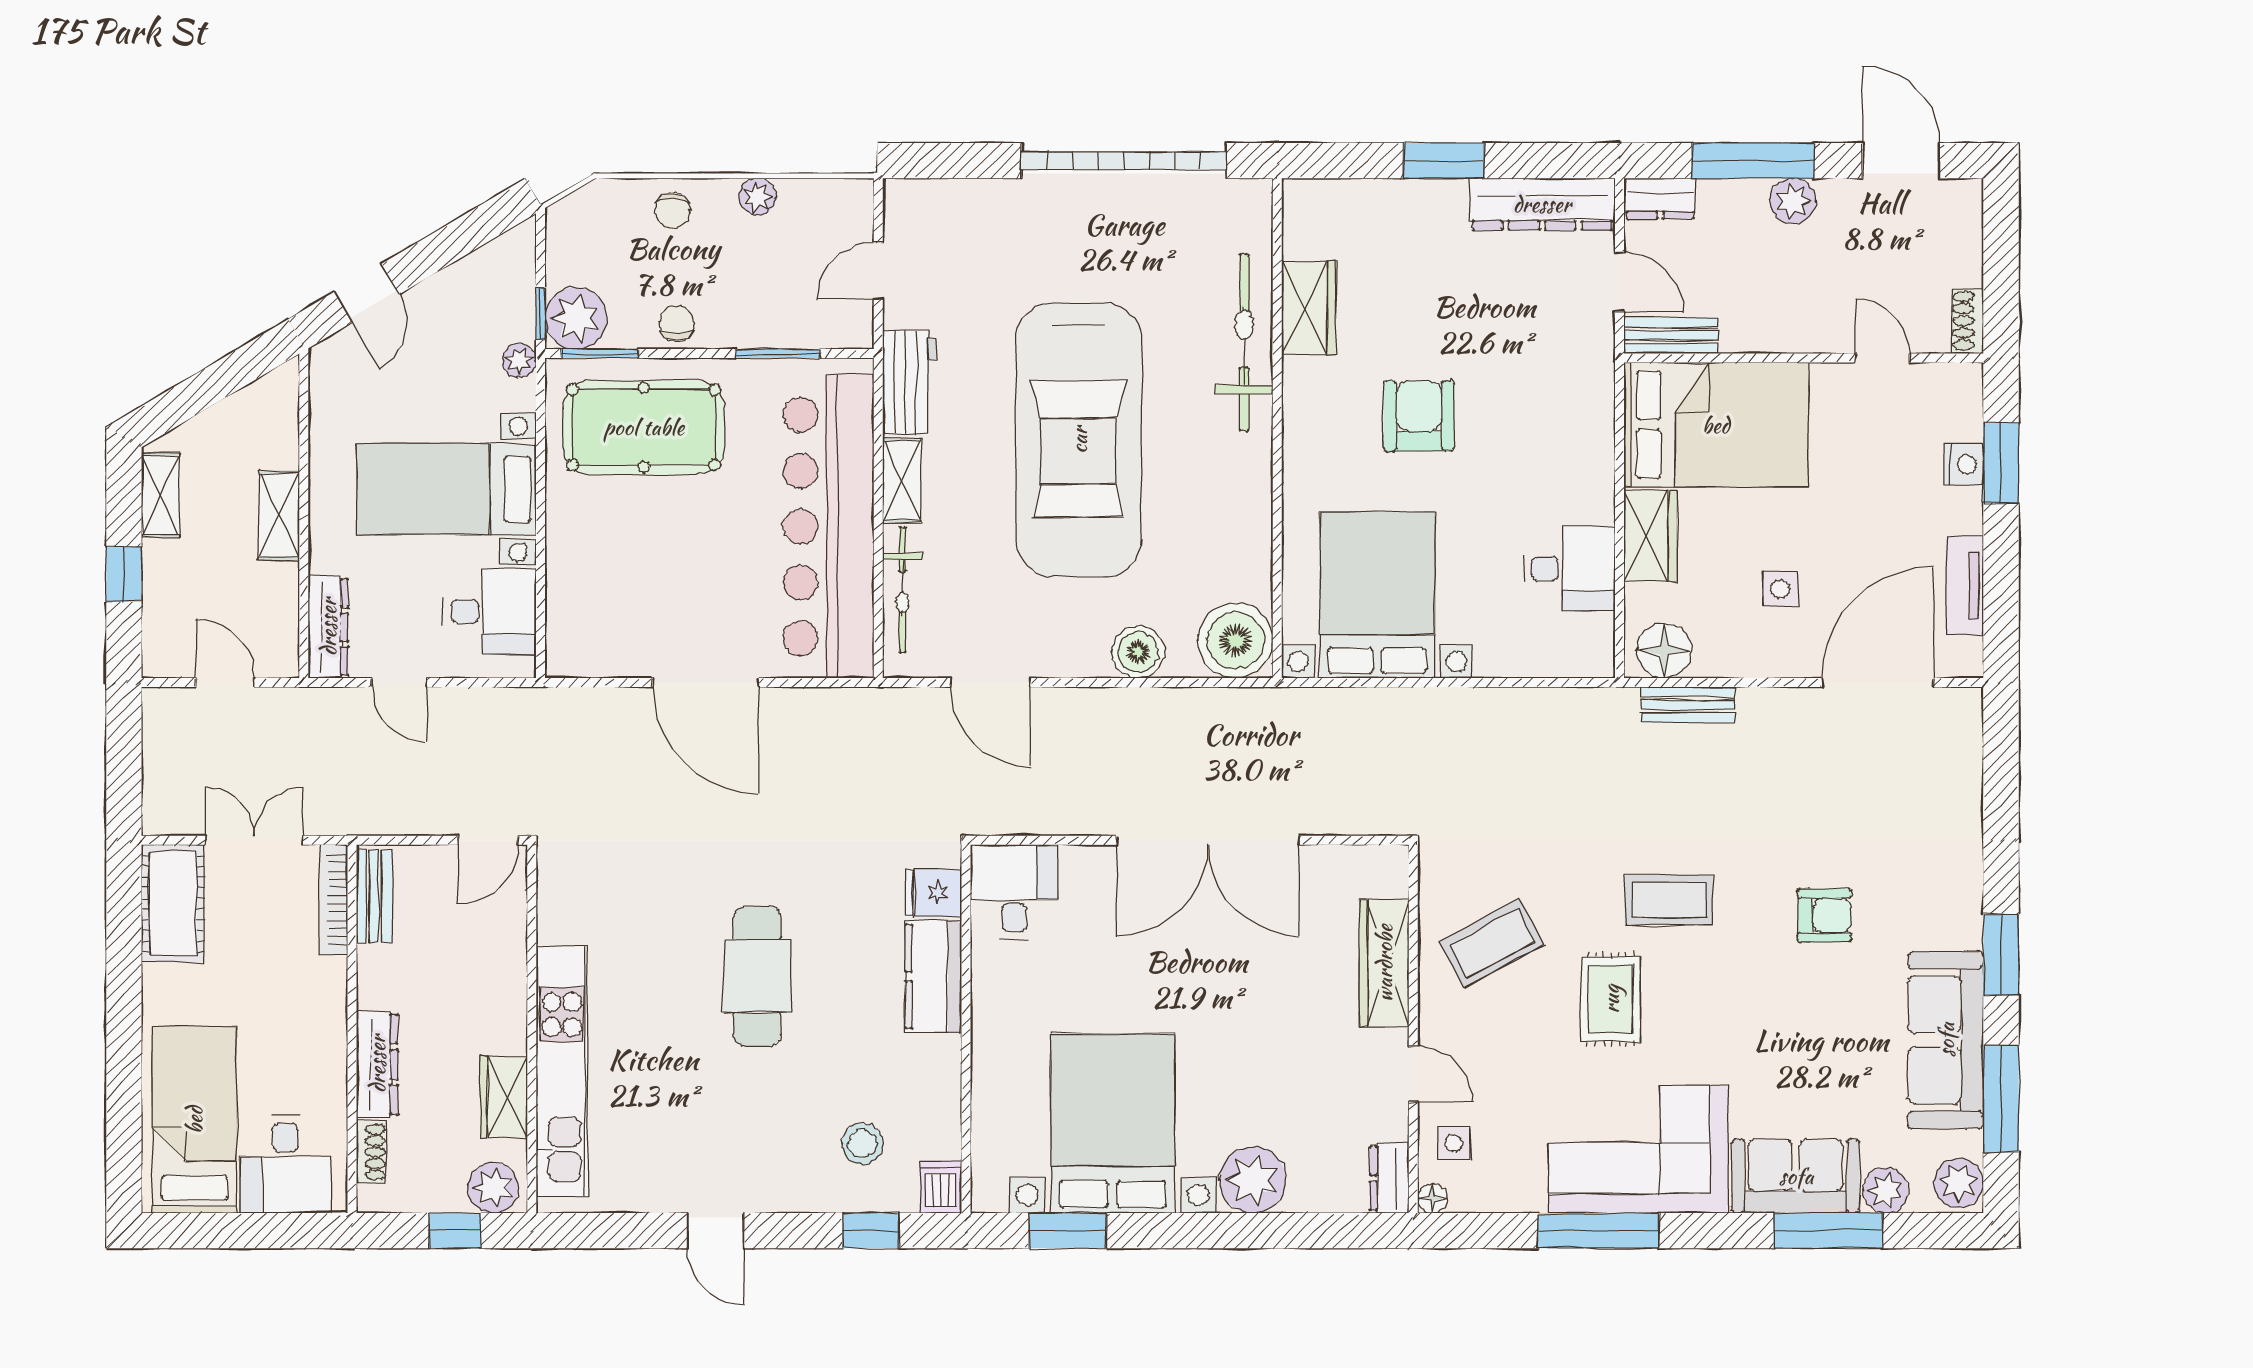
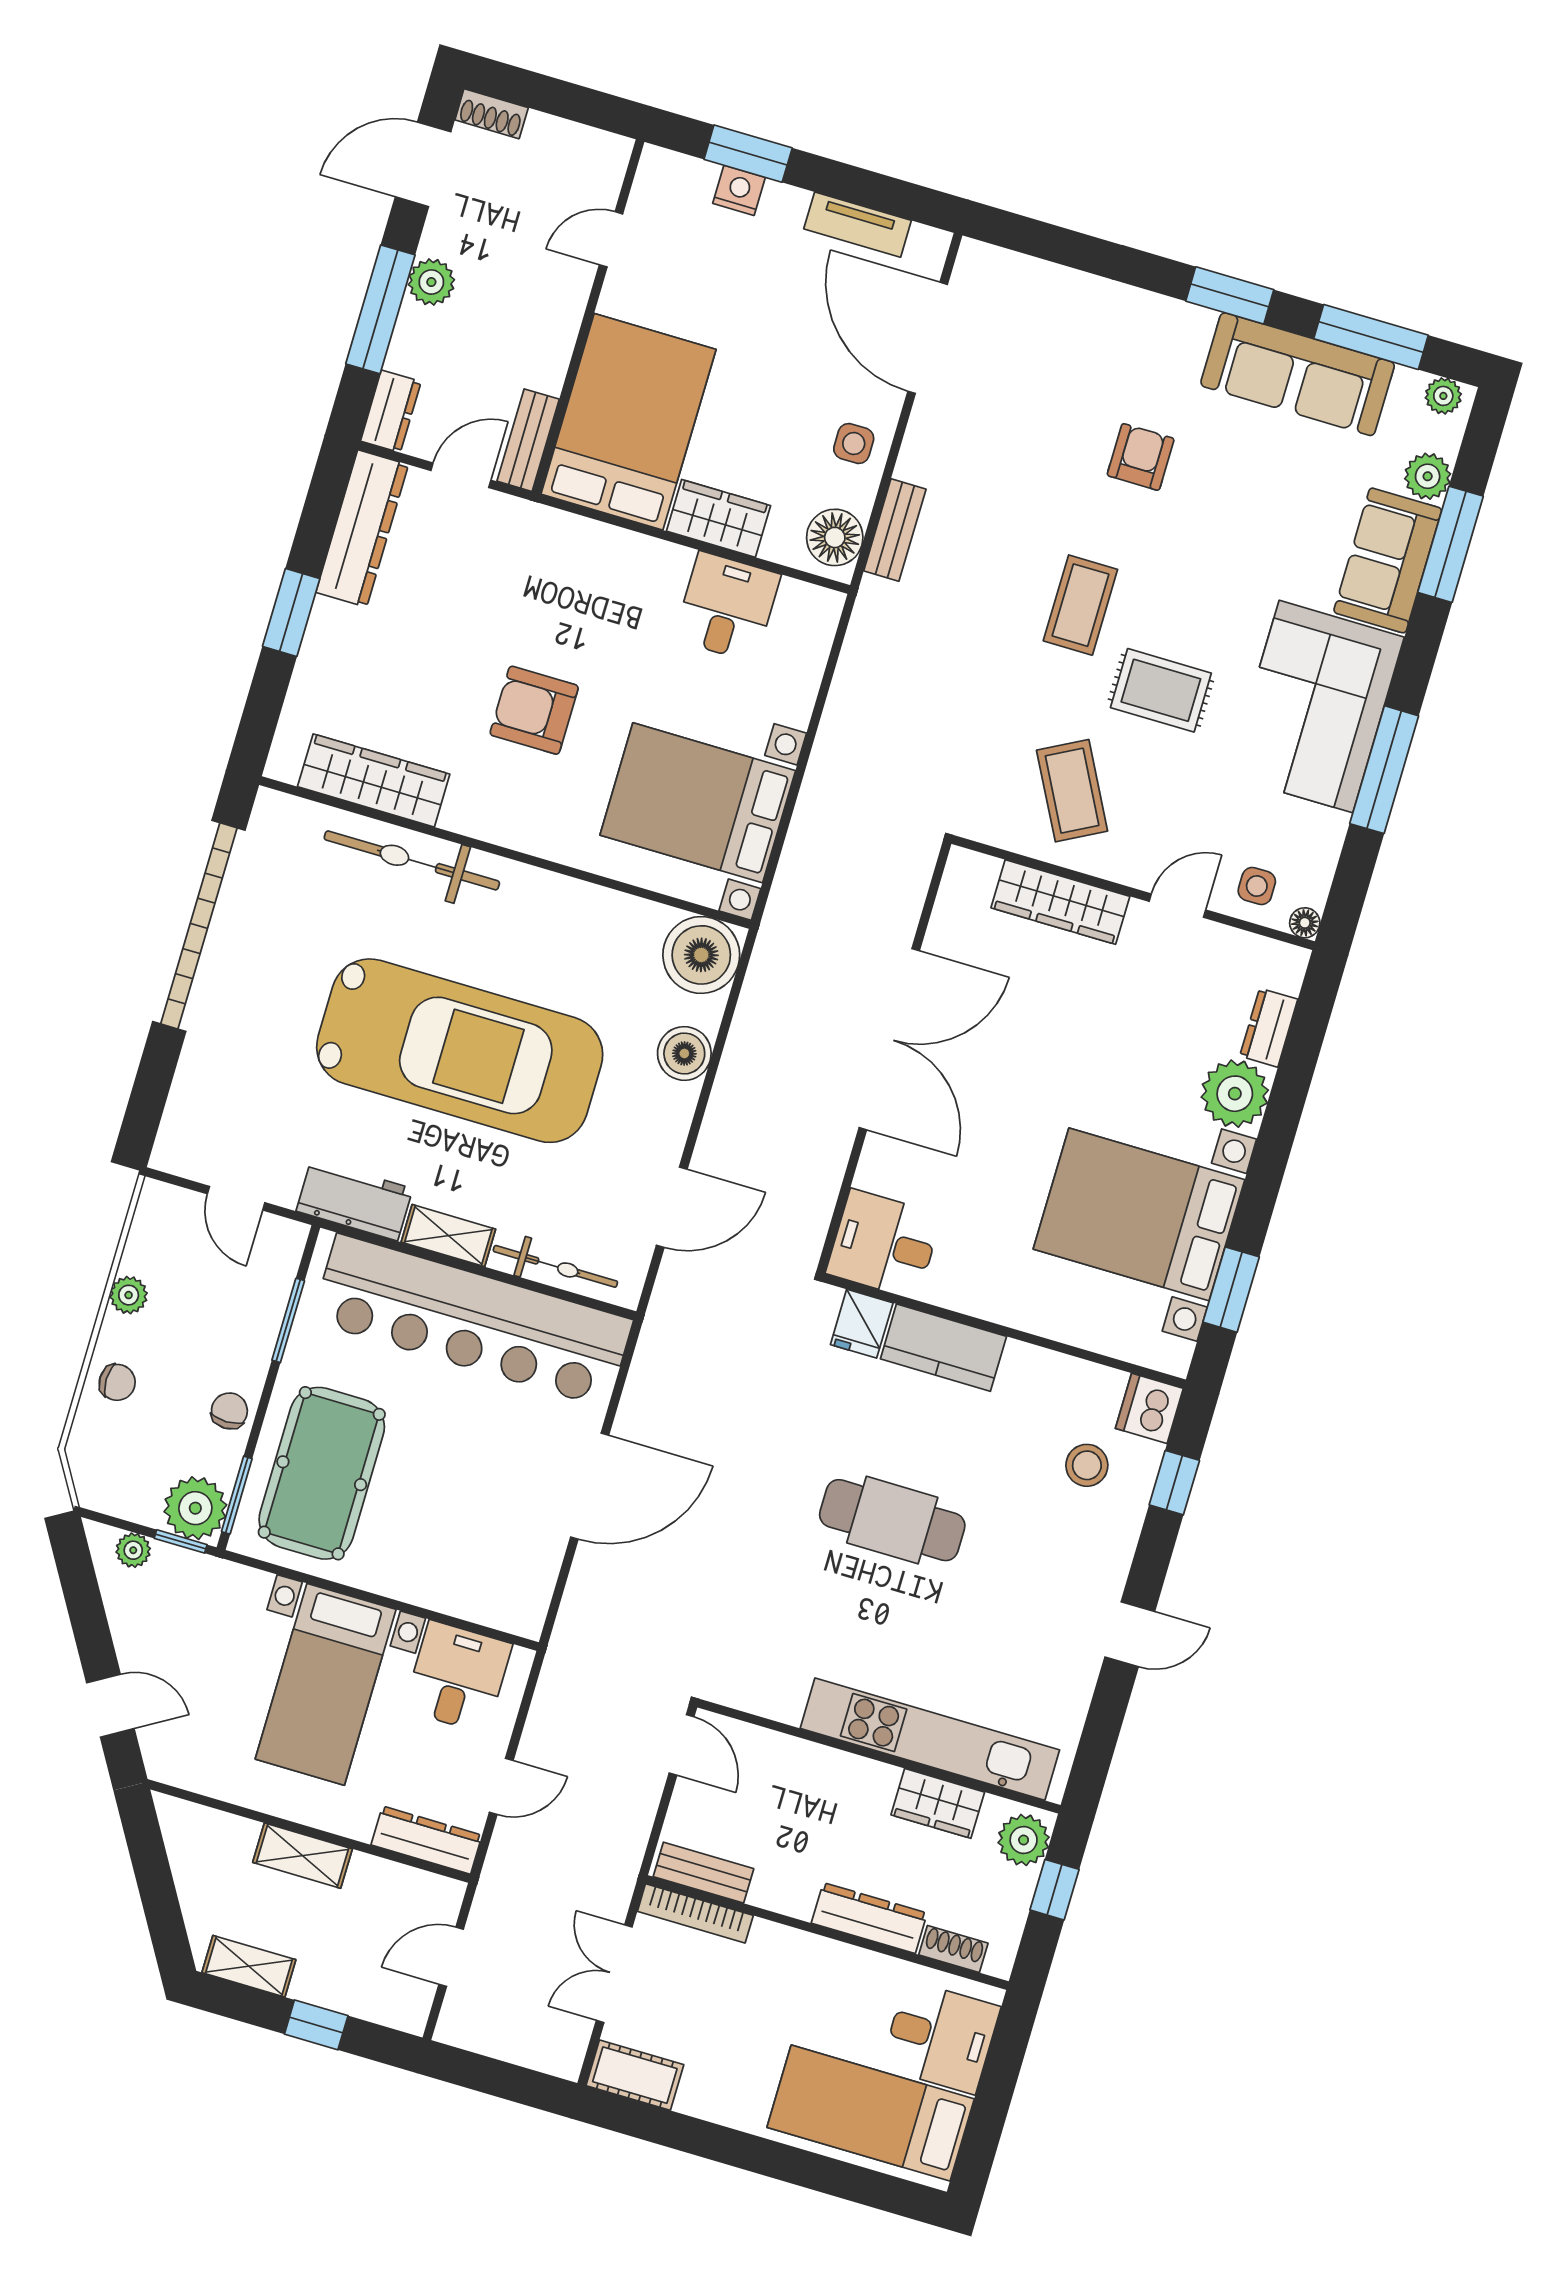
wardrobe: (1309, 308) -> (374, 780), width x1.50
shoe rack: (1967, 321) -> (492, 114), moved
chair: (677, 323) -> (229, 1411), turned 90
plant: (519, 361) -> (133, 1550), moved
side table: (1780, 589) -> (854, 444), moved
cot: (173, 904) -> (635, 2075), width x0.73, depth x0.75
dresser: (1389, 1178) -> (1269, 1028), moved, turned 90
plant: (1959, 1183) -> (1443, 396), width x0.73, depth x0.73
dishwasher: (941, 1187) -> (1149, 1408), width x1.38

